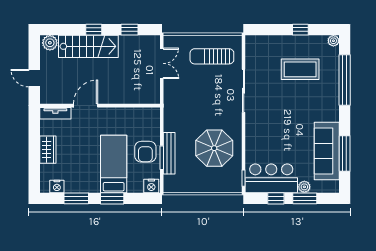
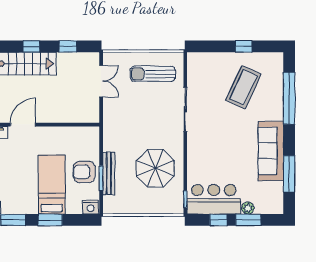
plant: (333, 41) -> (278, 58), removed
coffee table: (300, 69) -> (244, 87), turned -65
sofa: (327, 151) -> (271, 151), moved
armchair: (145, 152) -> (84, 172), turned 90

